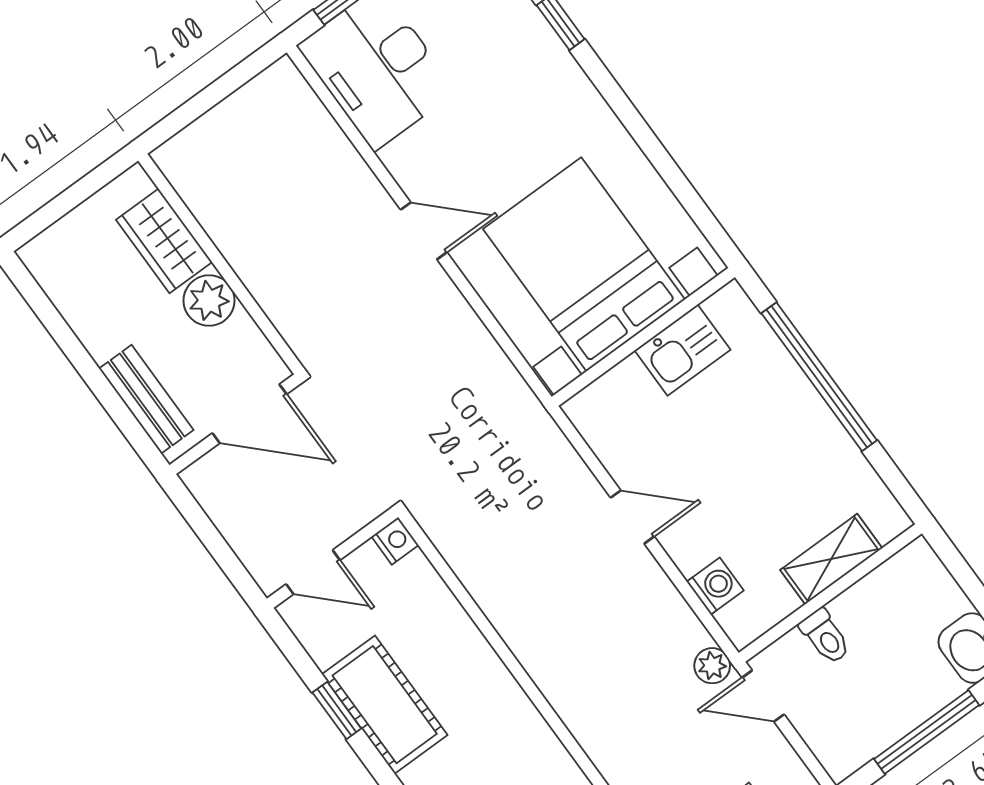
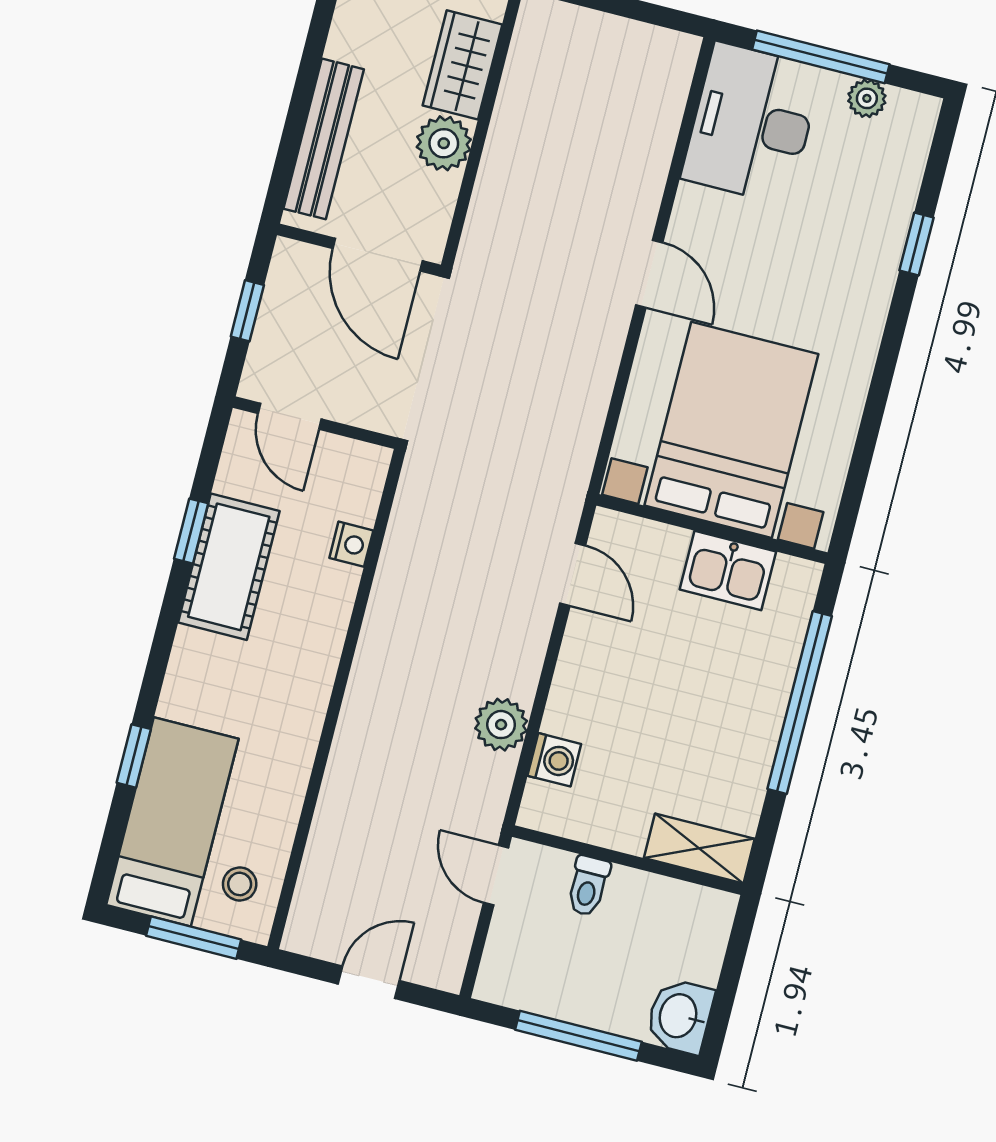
bench: (146, 399) -> (324, 139), width x1.36
door: (632, 517) -> (573, 574), moved
window: (213, 540) -> (247, 311), added
nightstand: (395, 541) -> (351, 544), moved
shelving: (831, 559) -> (699, 848), moved
plant: (712, 666) -> (501, 725), moved, width x1.38, depth x1.38

